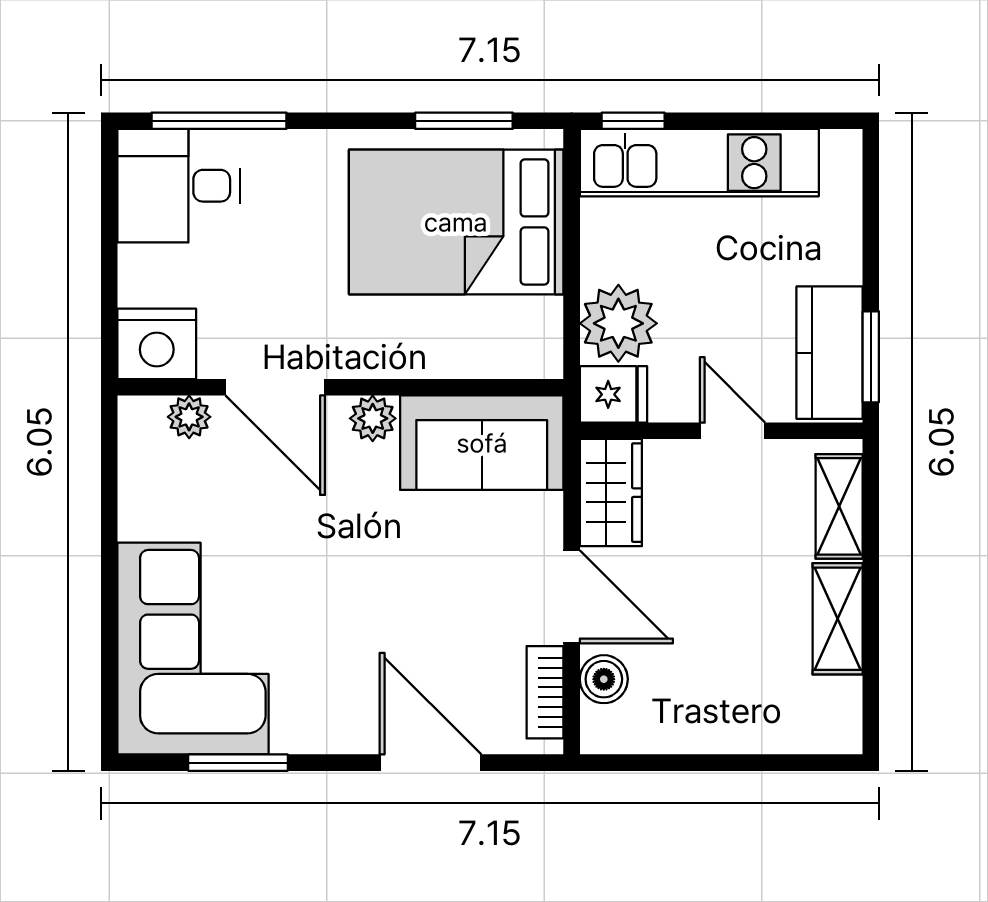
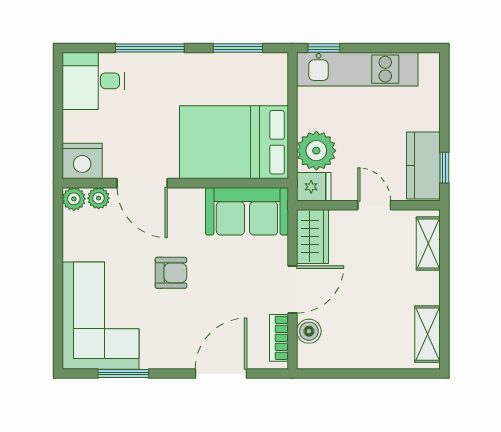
window: (219, 121) -> (150, 48), moved
bed: (456, 222) -> (234, 142), moved
window: (871, 357) -> (444, 168), width x0.67
plant: (373, 418) -> (74, 199), moved
armchair: (332, 564) -> (171, 273), added
door: (572, 597) -> (293, 289), hinge flipped
shelving: (838, 619) -> (428, 334), moved
door: (430, 763) -> (221, 374), hinge flipped

